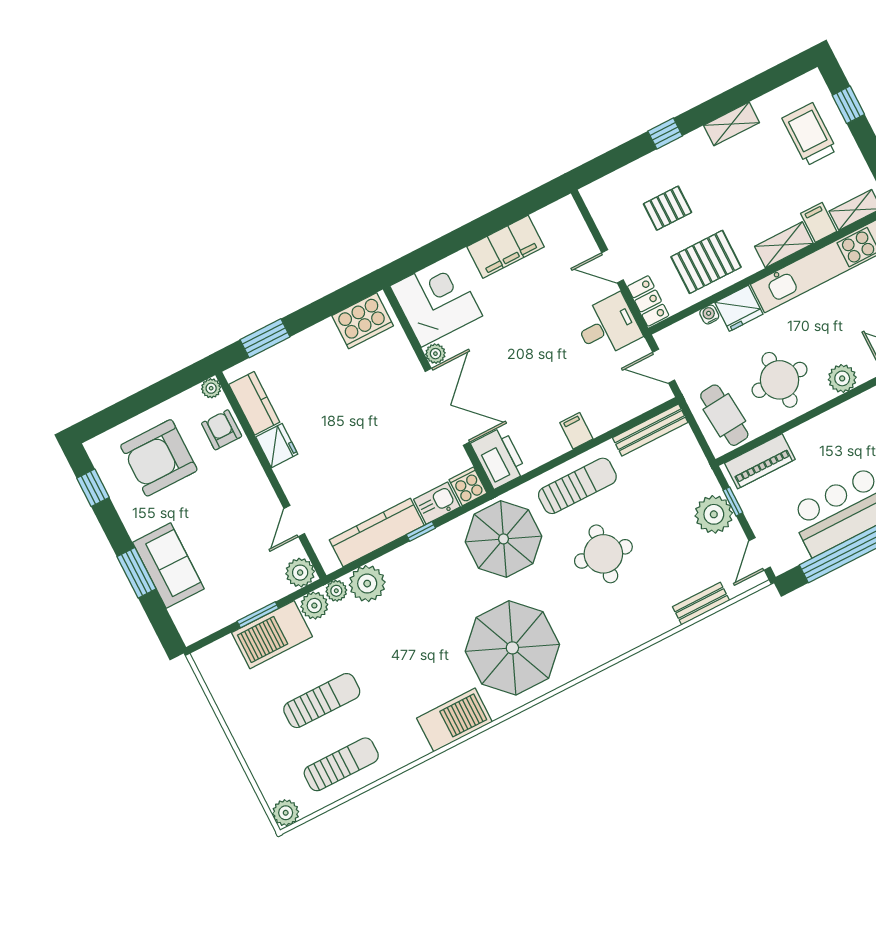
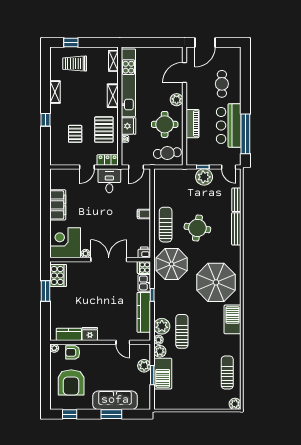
filing cabinet: (819, 222) -> (111, 78), removed
window: (265, 338) -> (46, 291), moved
bench: (650, 430) -> (236, 229), moved
printer: (499, 458) -> (144, 252), width x0.53, depth x0.68
piano: (760, 461) -> (193, 124), moved
sofa: (168, 566) -> (115, 400), width x1.36
plant: (300, 573) -> (144, 366), moved
sun lounger: (322, 701) -> (182, 331), moved

